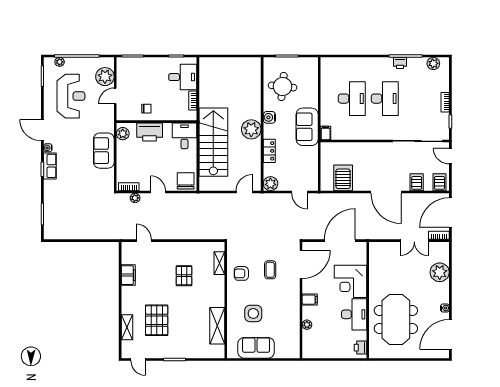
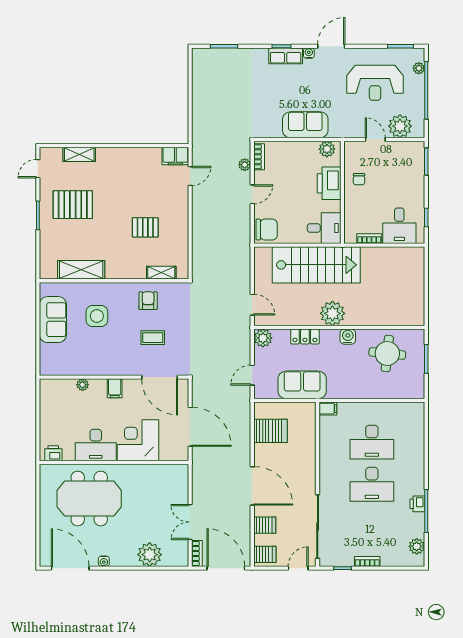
sofa: (307, 127) -> (302, 385), moved
door: (386, 192) -> (252, 486), swing flipped
filing cabinet: (128, 275) -> (175, 156), moved
pallet: (157, 320) -> (73, 205), moved

